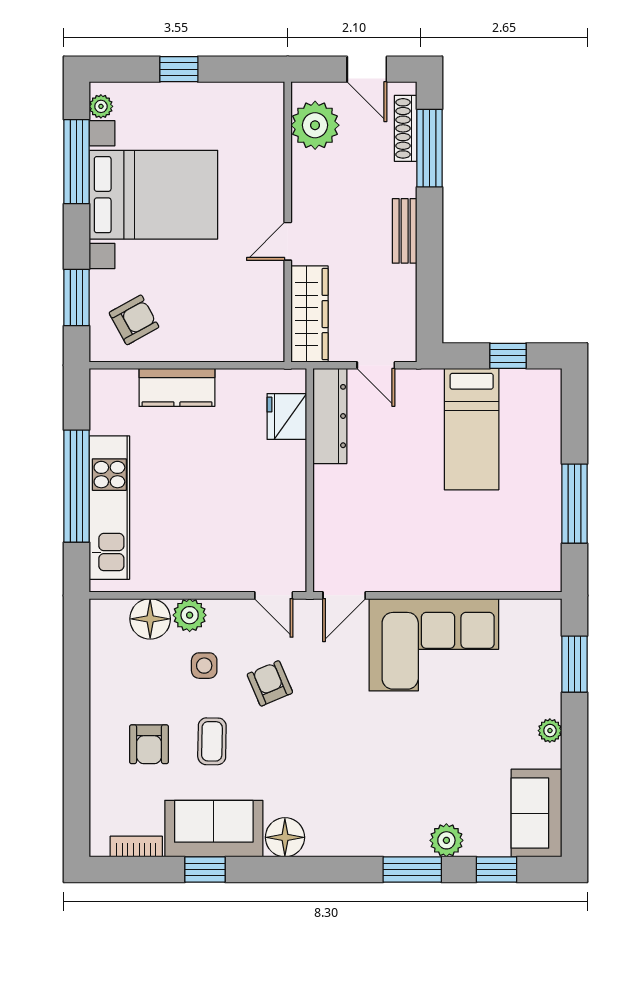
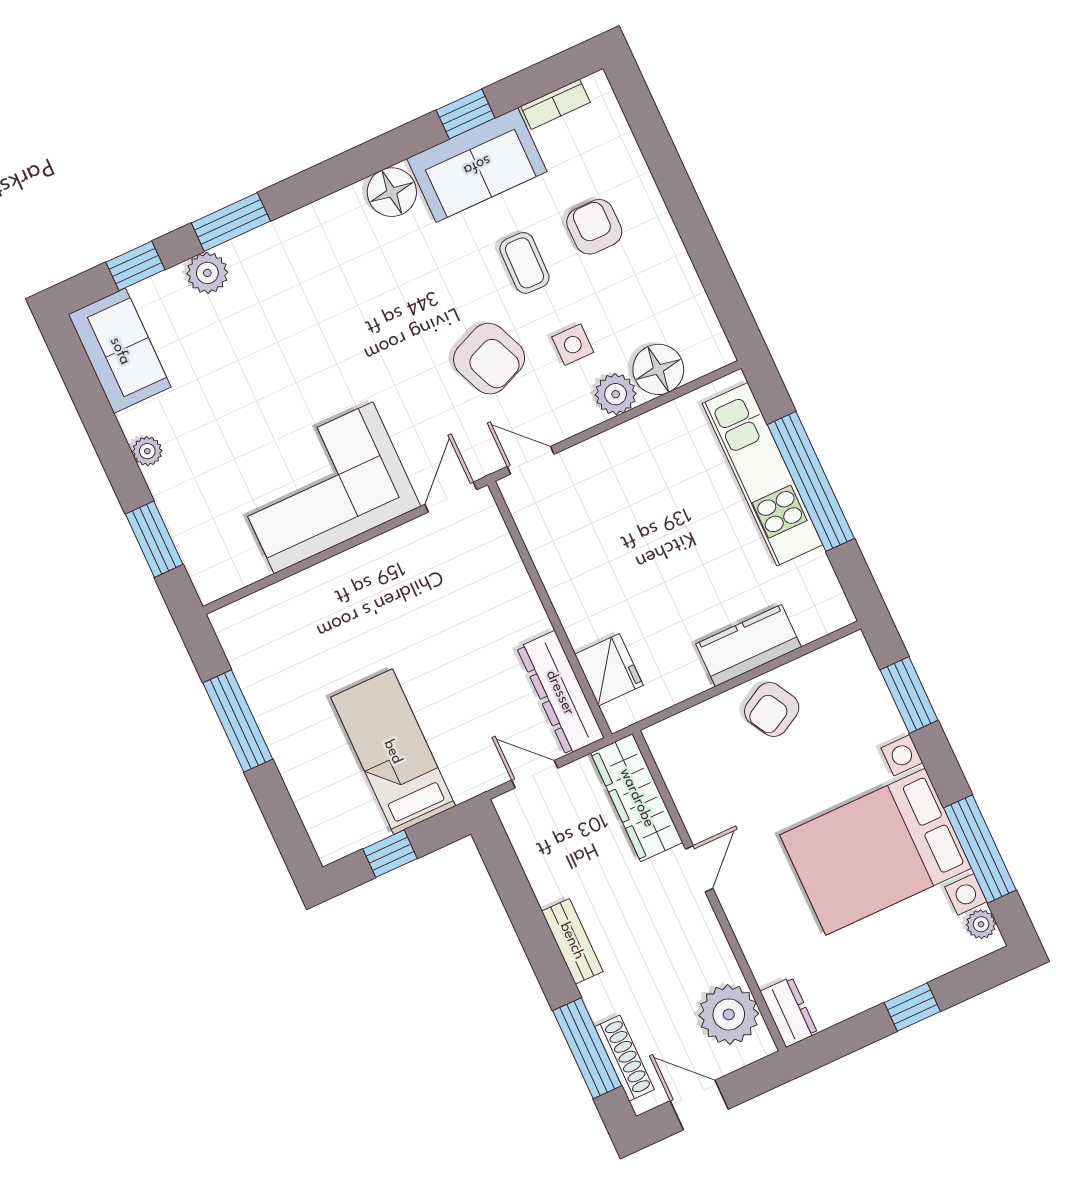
dresser: (270, 107) -> (789, 1012), added
armchair: (134, 320) -> (772, 709), moved
armchair: (270, 683) -> (489, 359), width x1.38, depth x1.38

